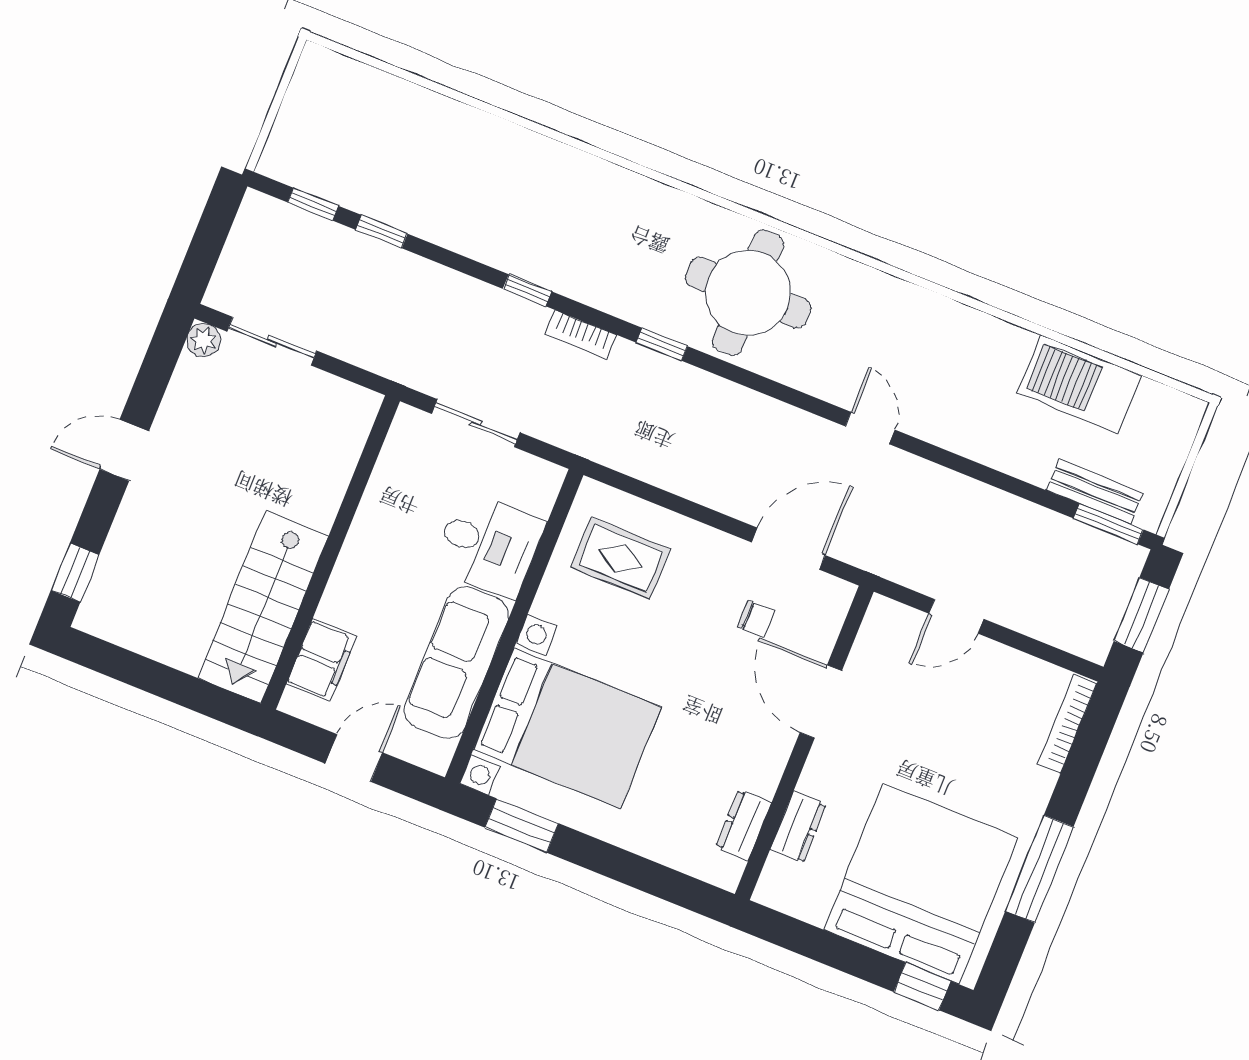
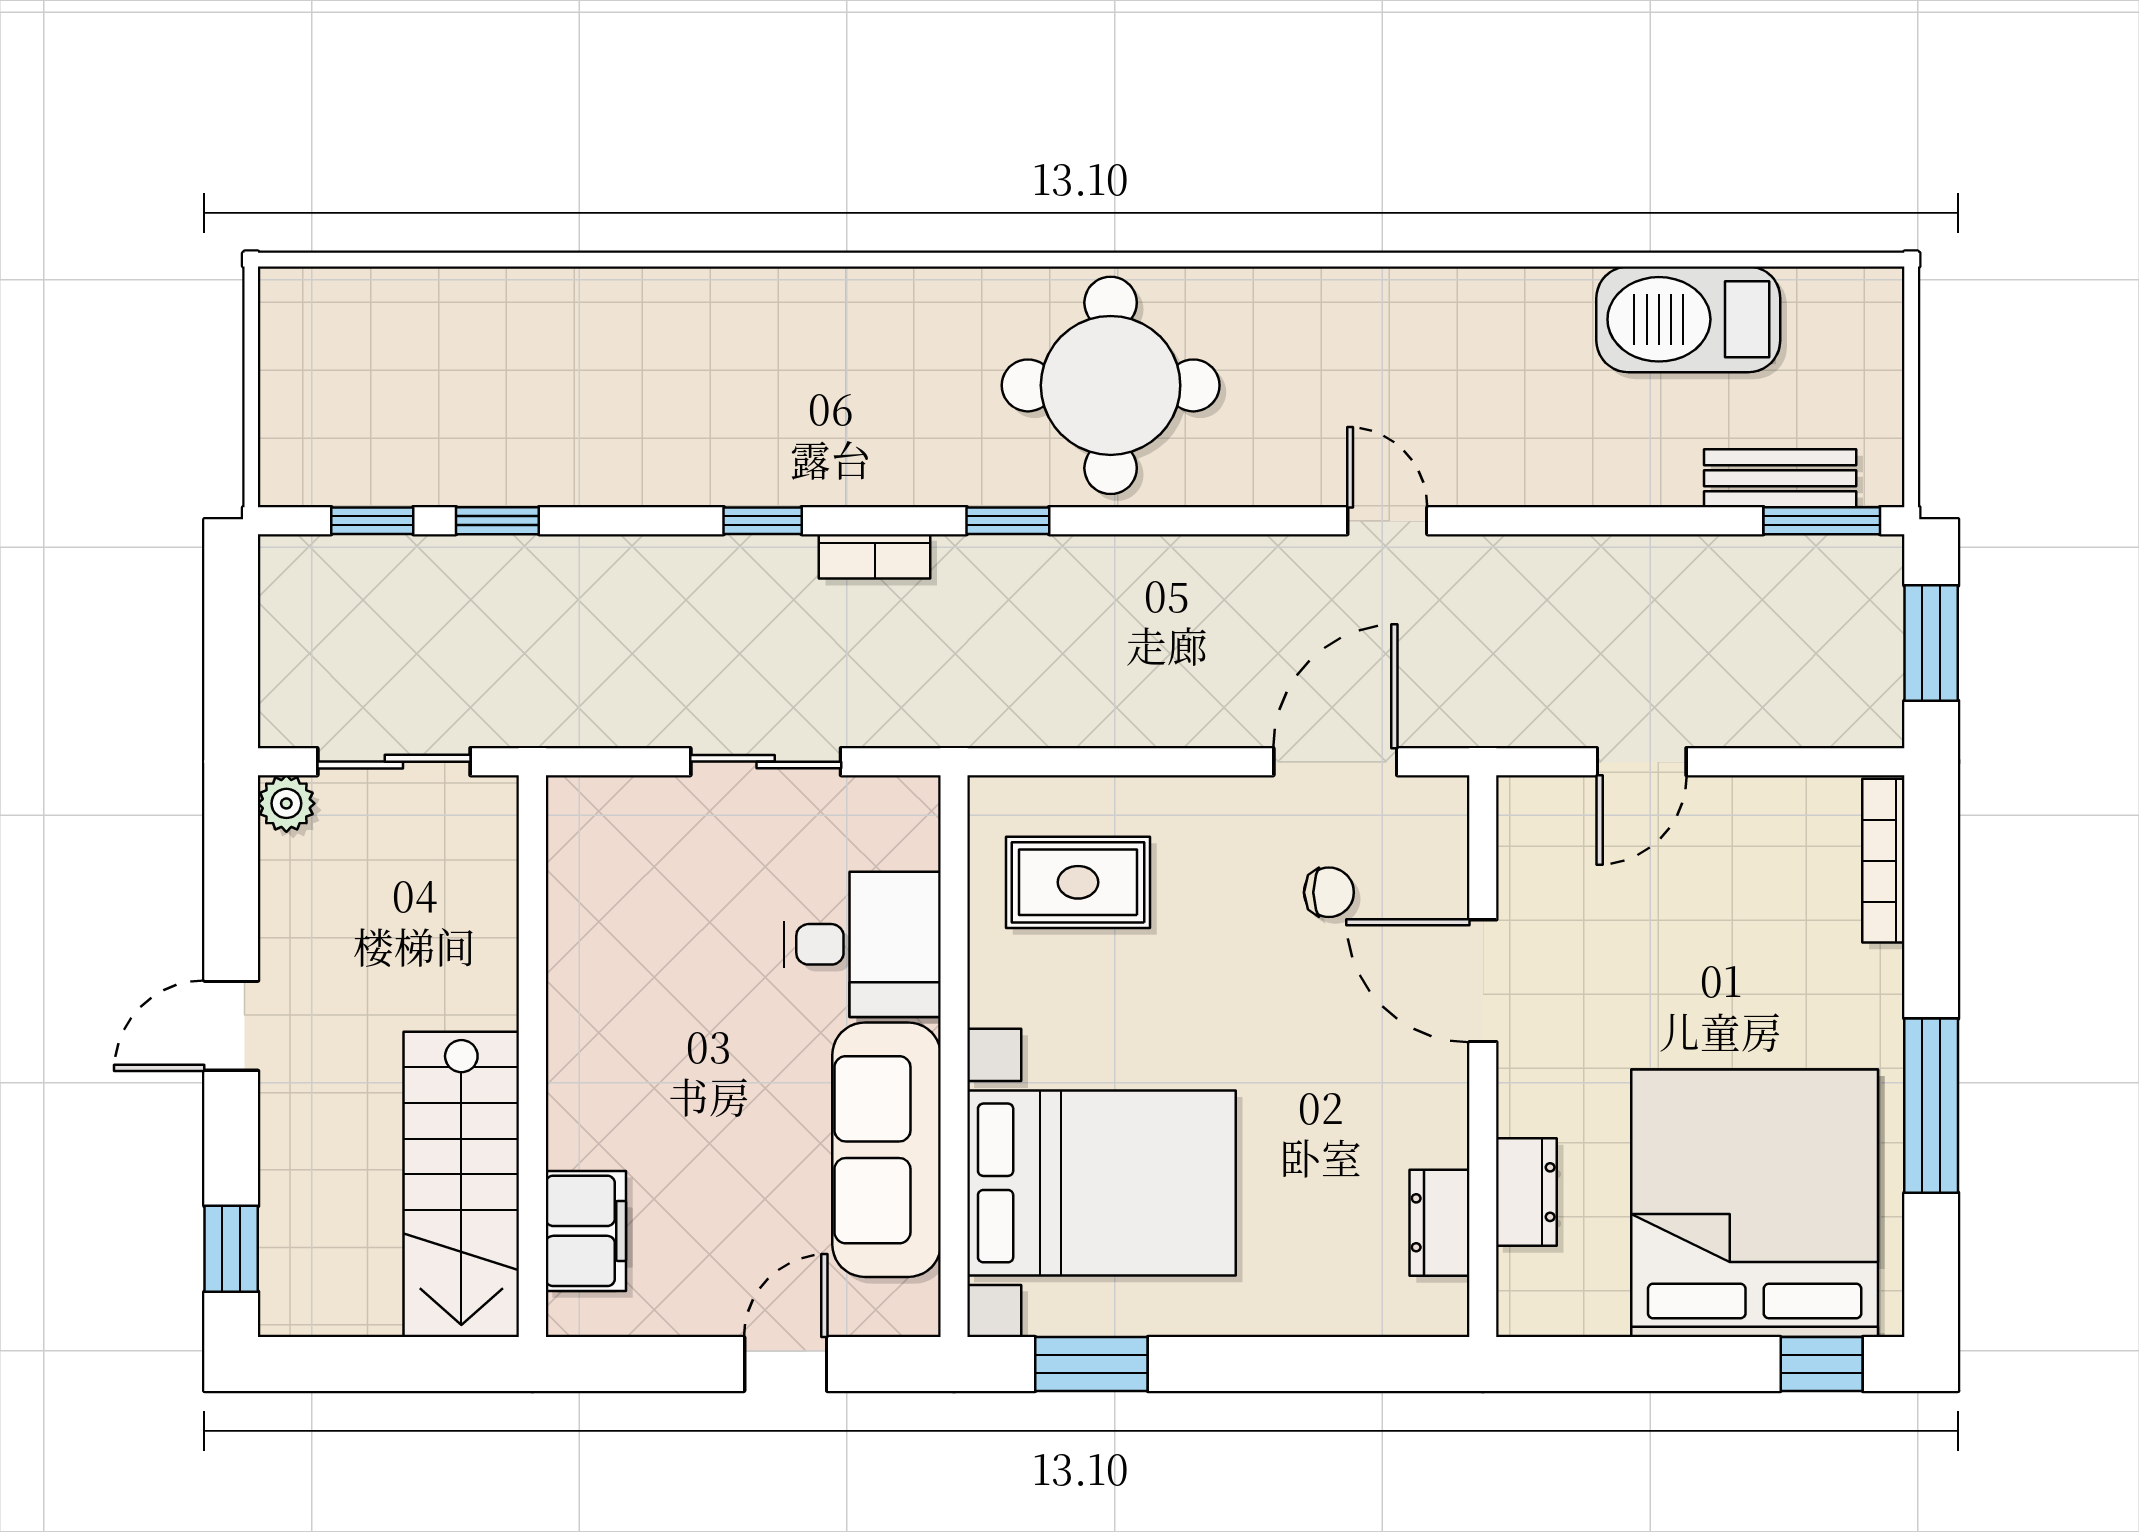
wall: (331, 552) -> (532, 1056), moved
stairs: (263, 607) -> (461, 1184), moved
filing cabinet: (321, 660) -> (586, 1231), moved

